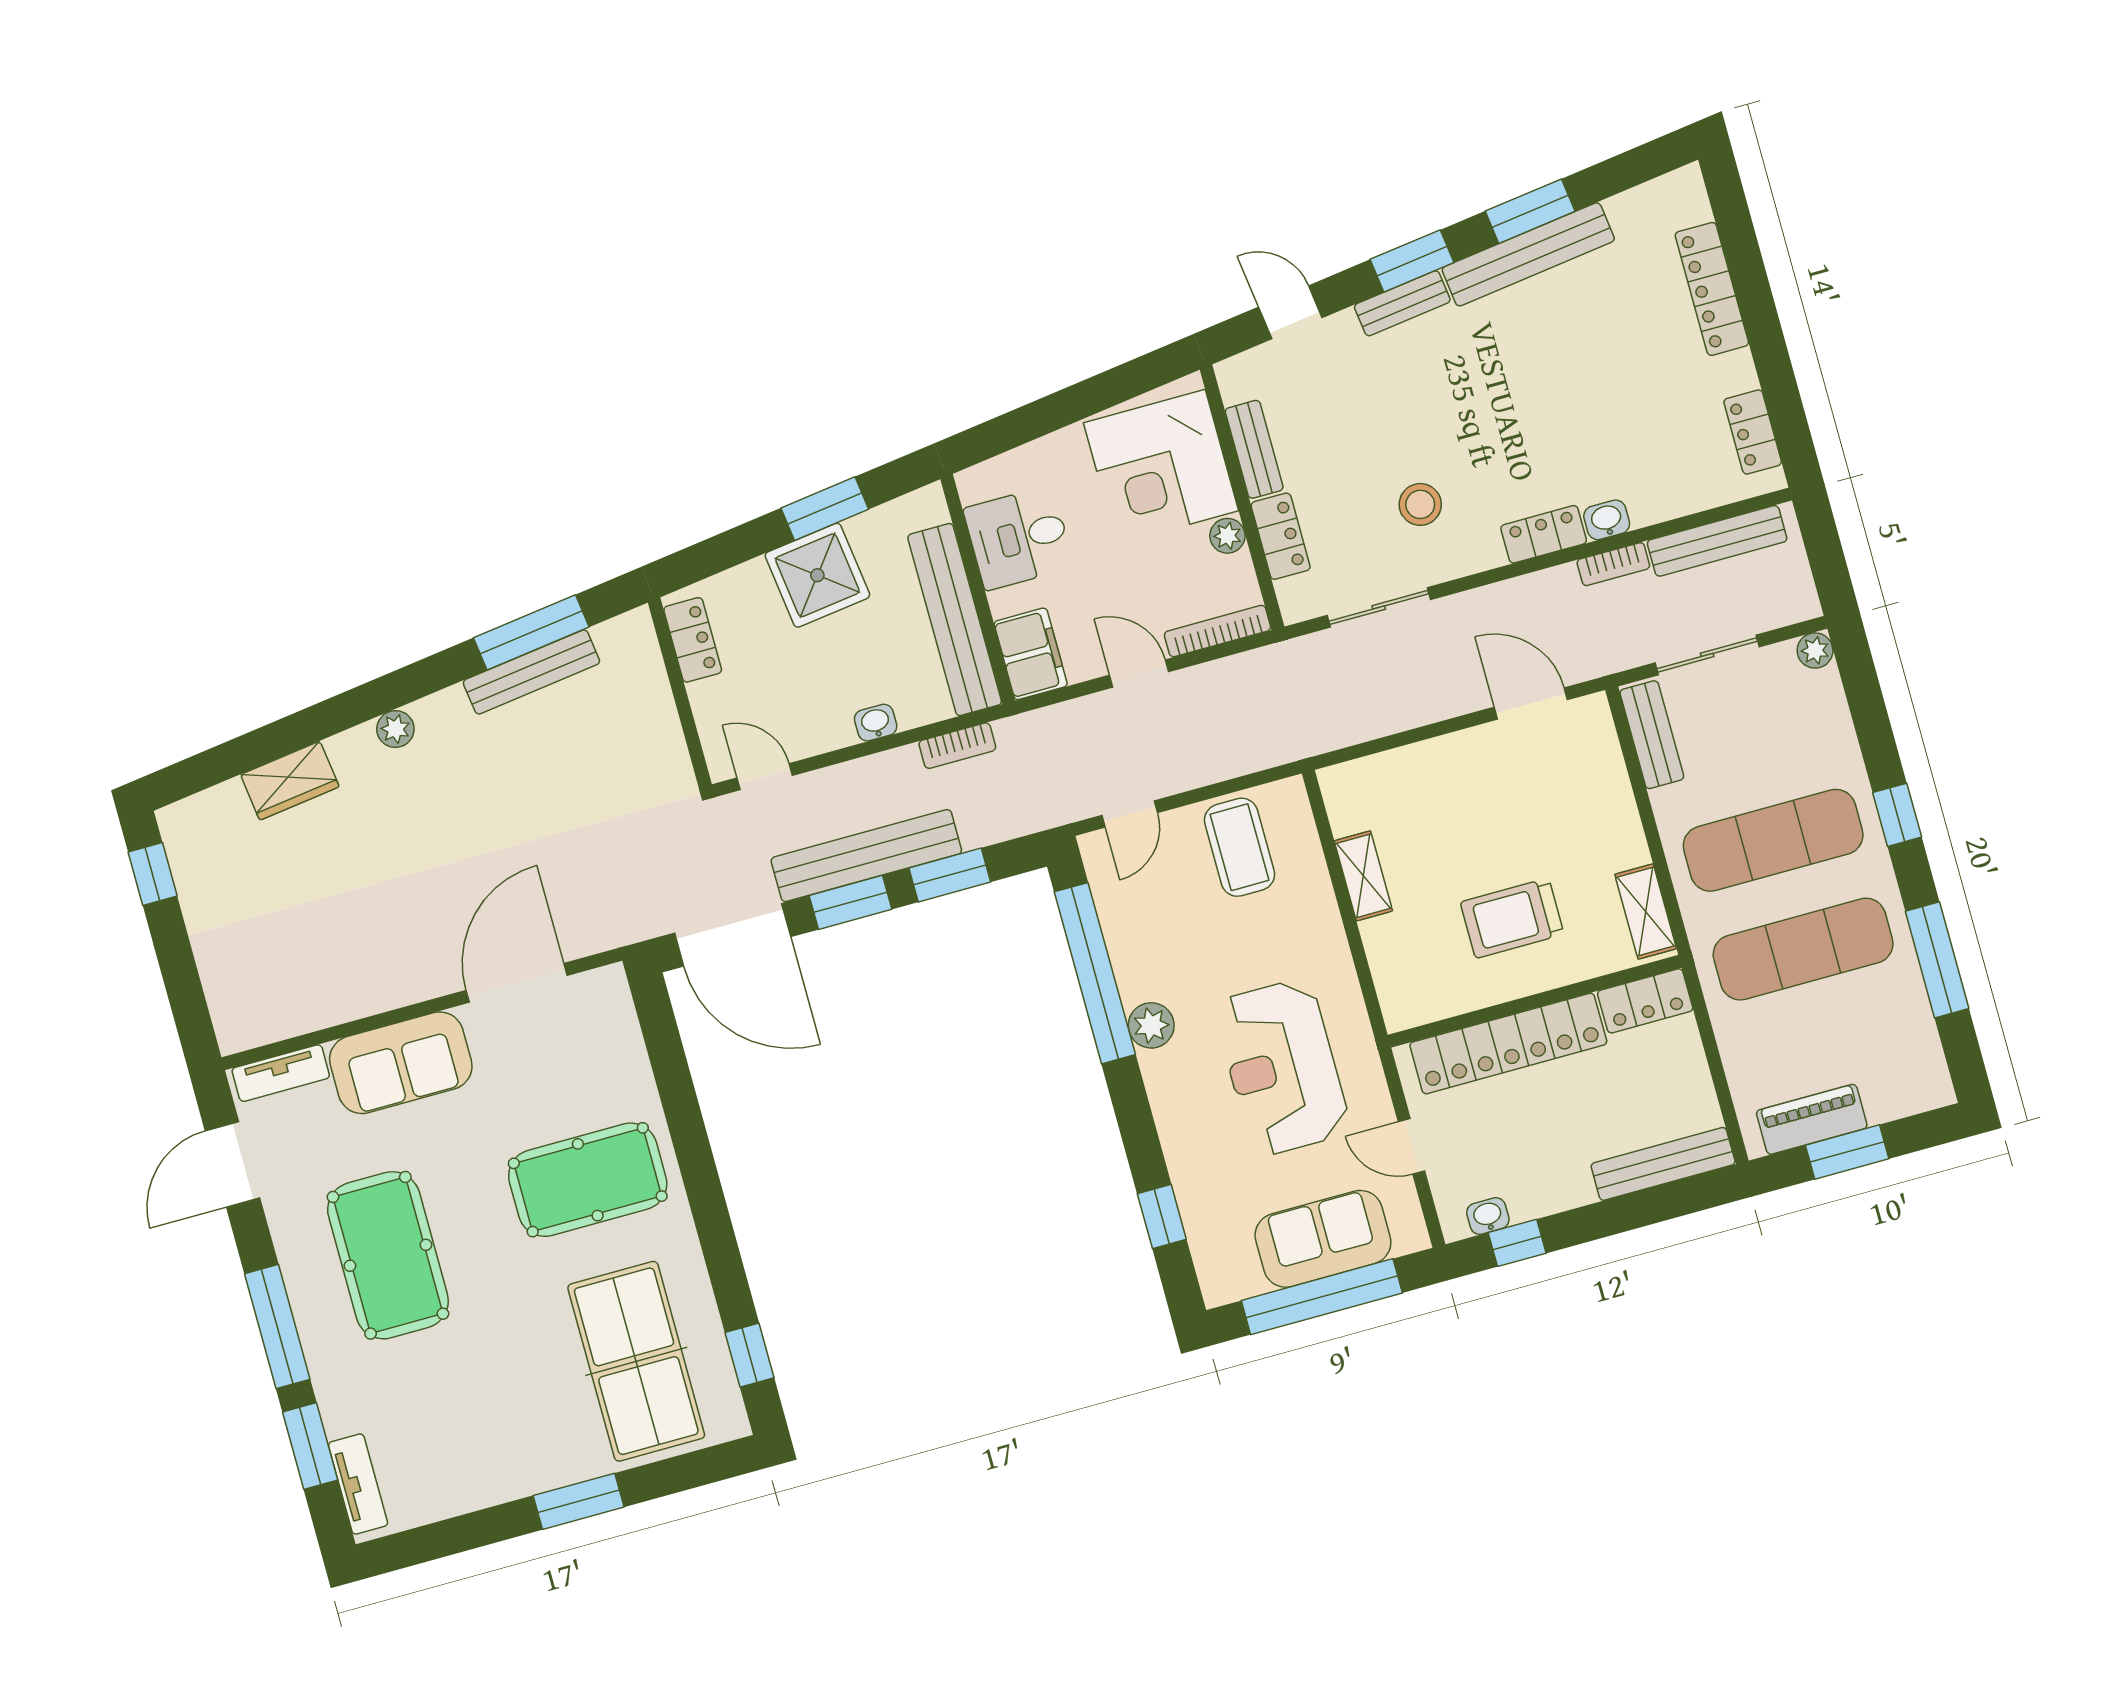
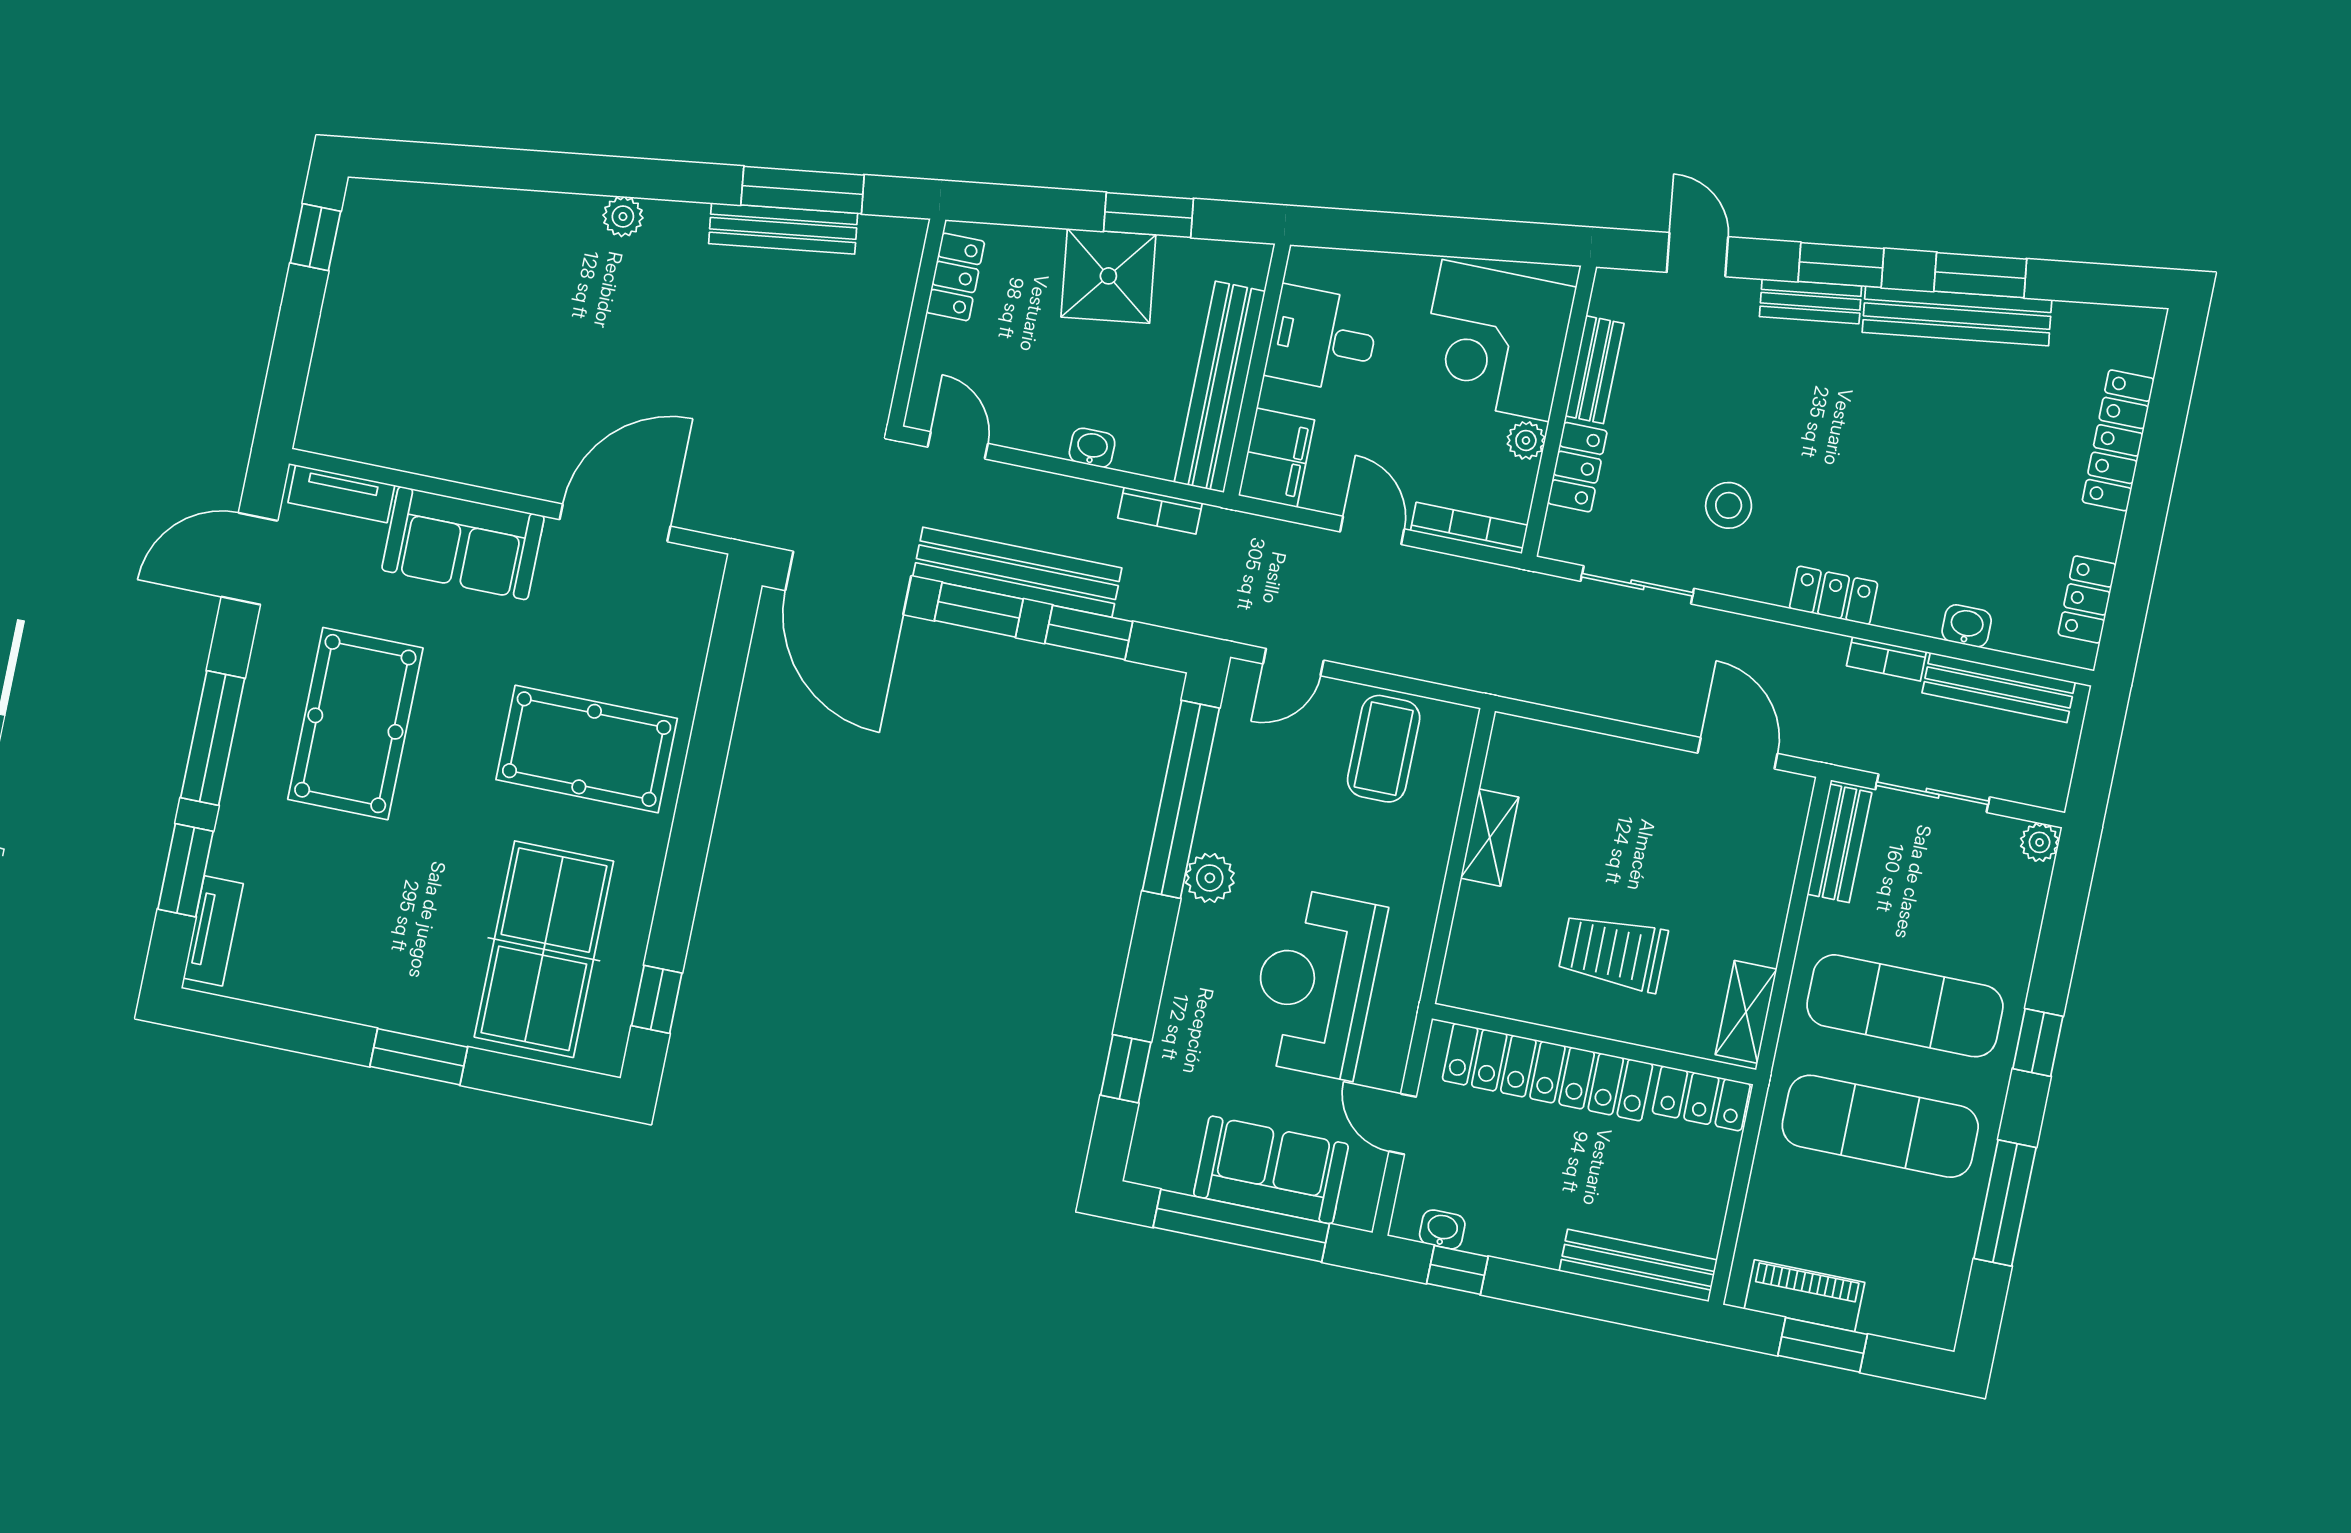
washbasin: (1607, 520) -> (1967, 626), moved
wardrobe: (290, 781) -> (495, 214), removed

